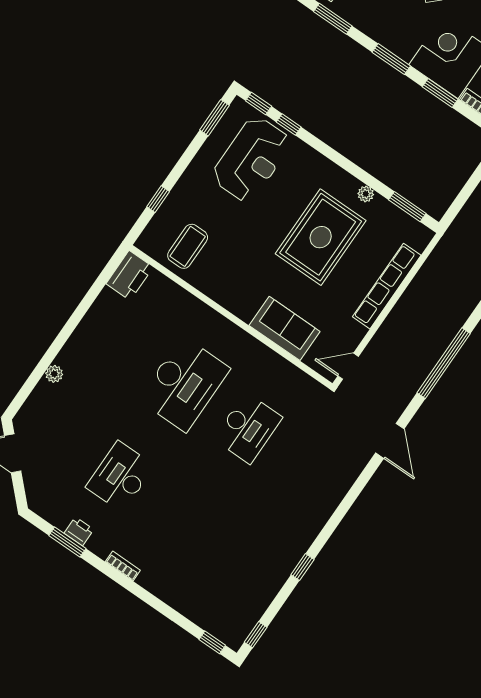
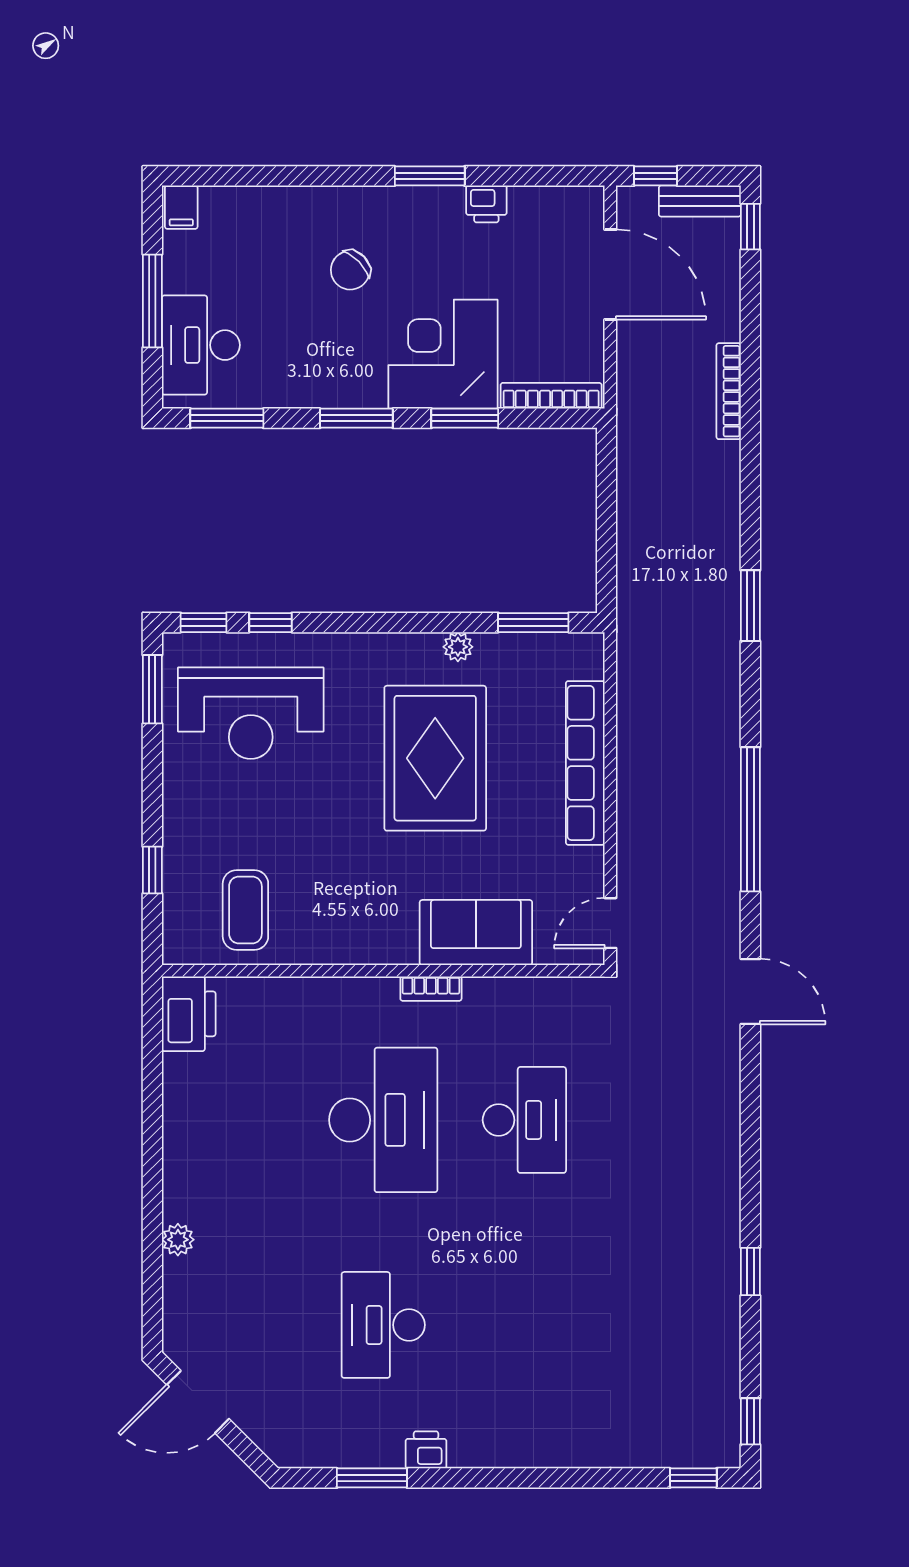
reception desk: (251, 159) -> (251, 713), turned 90
printer: (79, 531) -> (426, 1450), moved
bookcase: (123, 566) -> (431, 989), moved, turned 180

